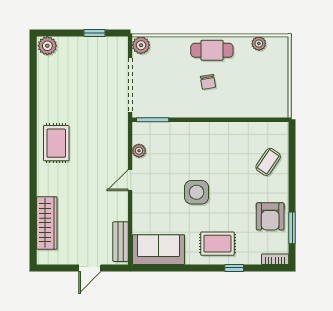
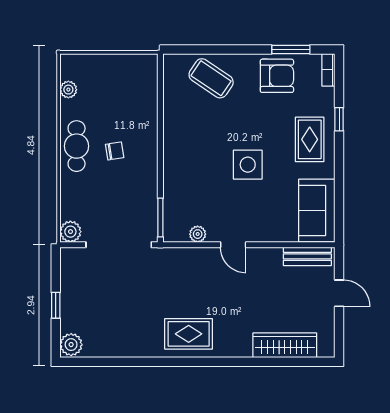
window: (95, 33) -> (56, 305), moved
coffee table: (268, 162) -> (211, 78), width x1.36, depth x1.30

